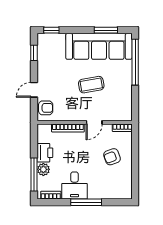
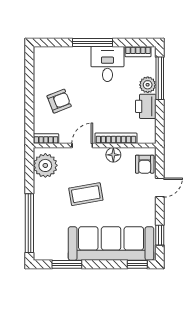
sofa: (99, 46) -> (111, 243), moved
plant: (123, 107) -> (45, 165), added
armchair: (46, 108) -> (145, 164), turned -90
floor lamp: (70, 115) -> (113, 155), added

